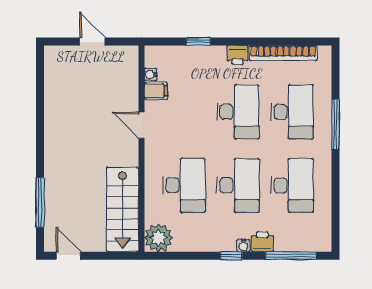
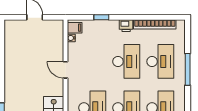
filing cabinet: (156, 91) -> (75, 28), moved

